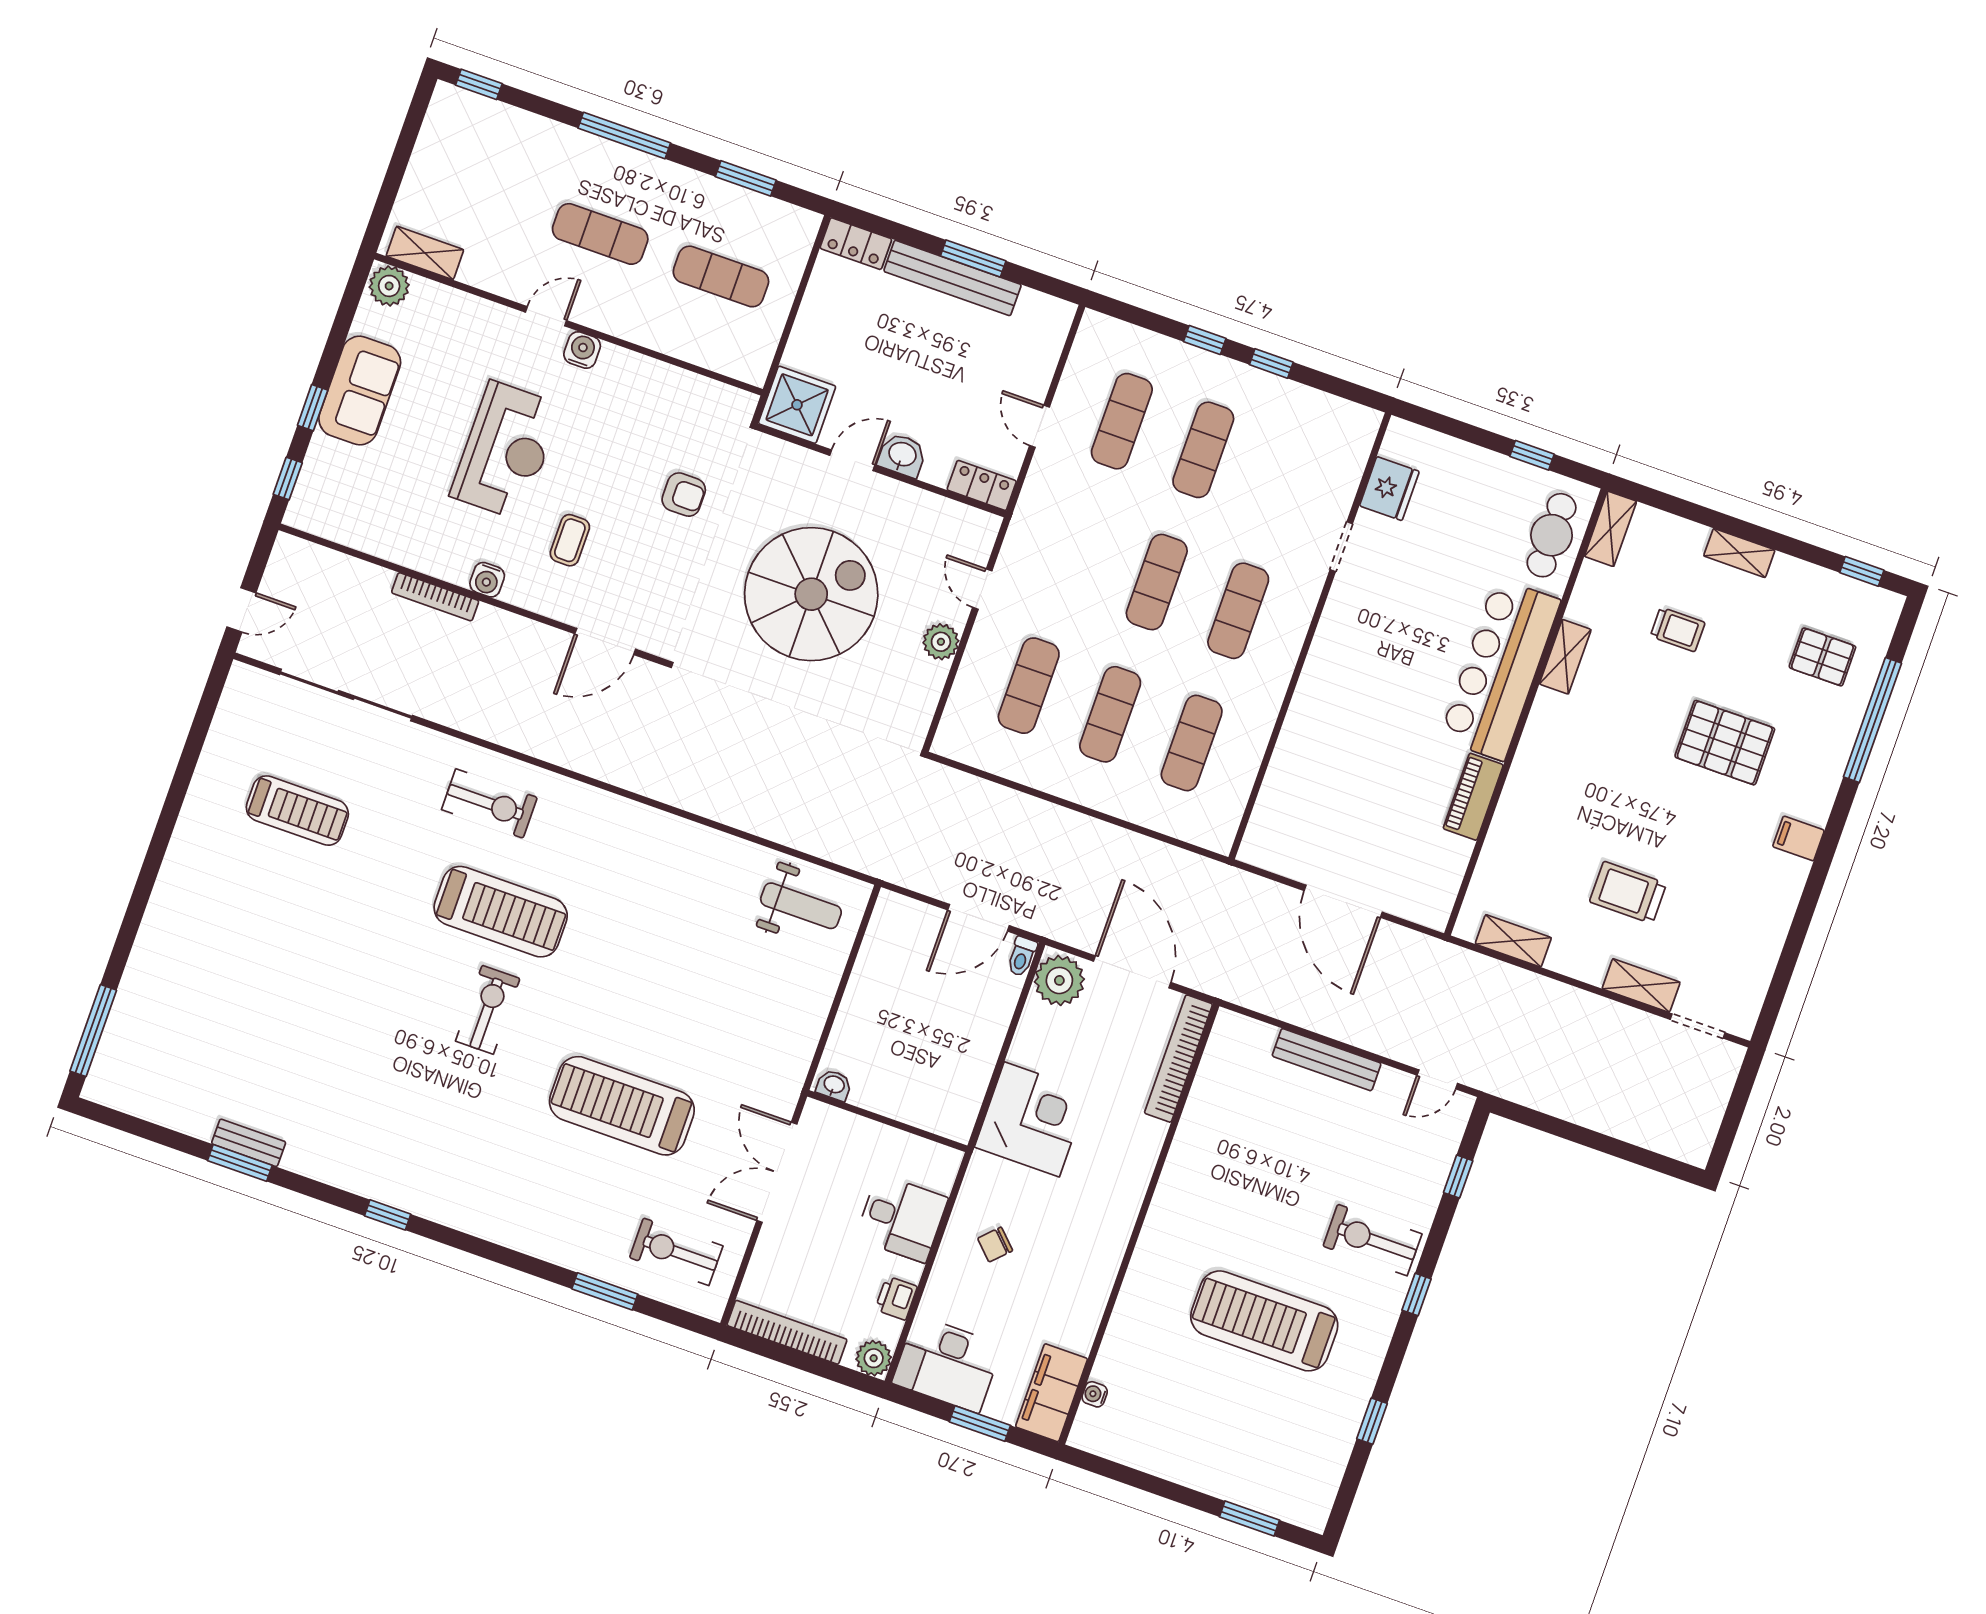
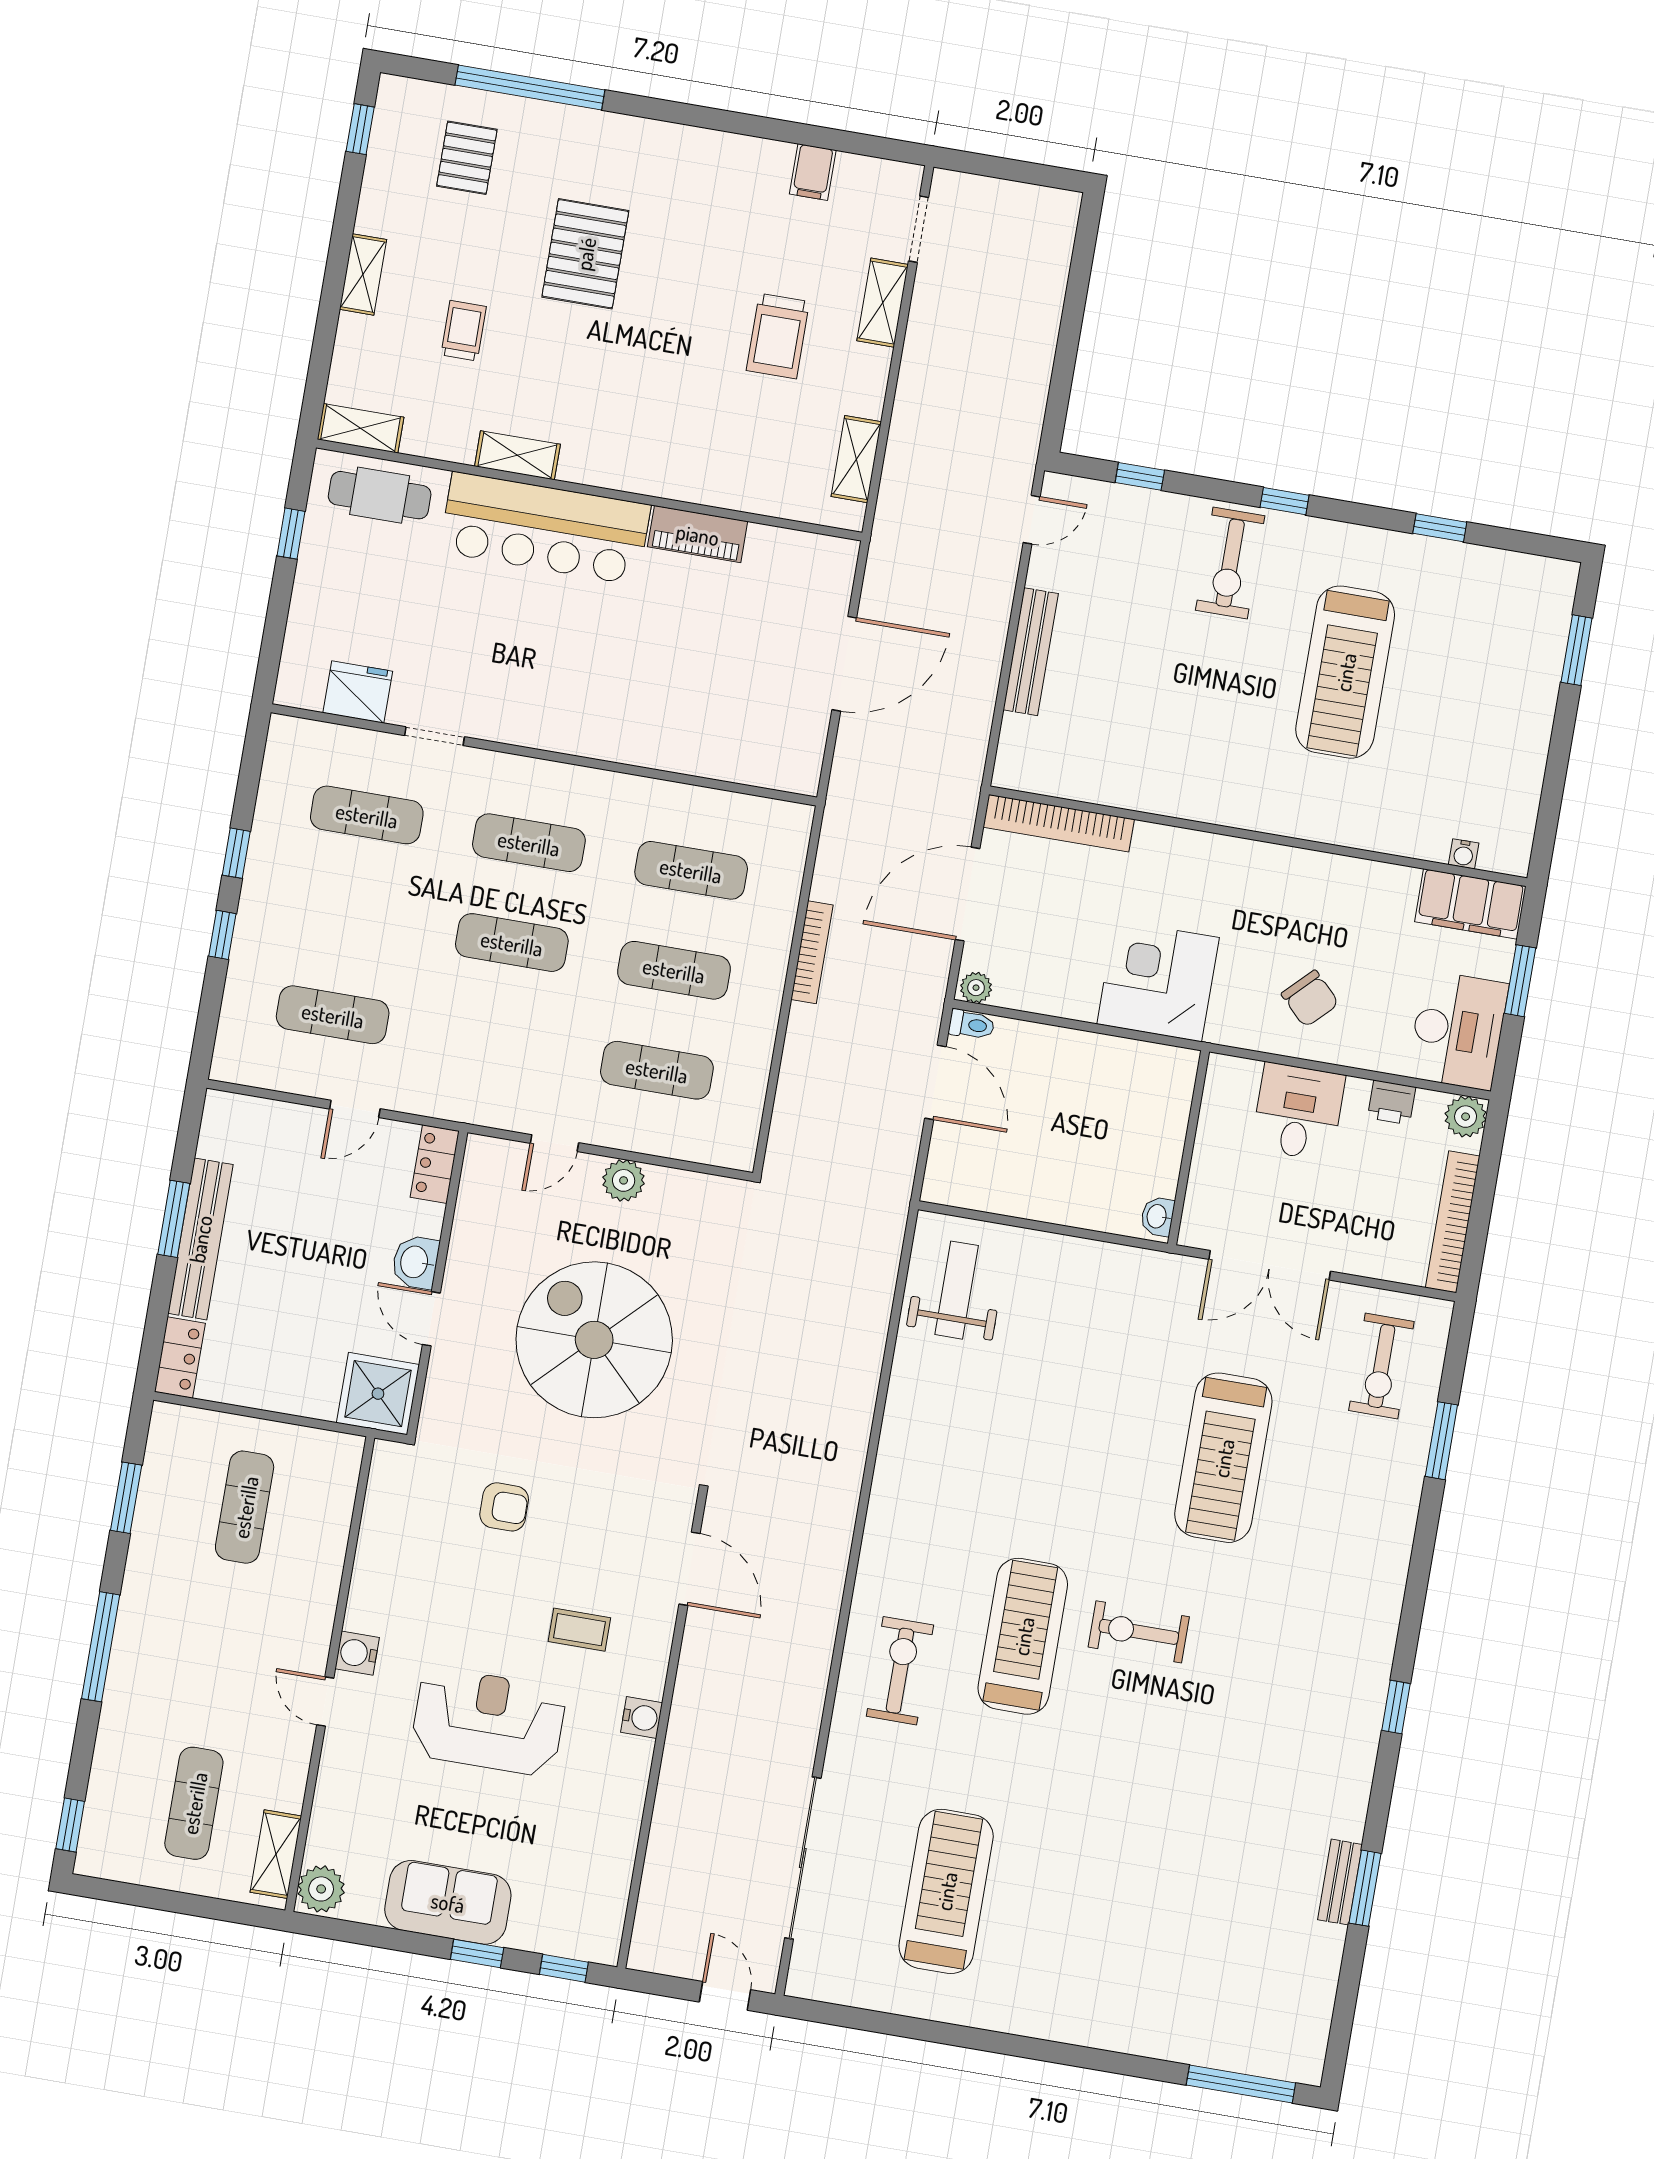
exercise mat: (600, 234) -> (194, 1803), moved
exercise mat: (1203, 450) -> (367, 815), moved
armchair: (684, 495) -> (504, 1507), turned 90
bookcase: (435, 597) -> (812, 952), moved
treadmill: (297, 811) -> (946, 1891), width x1.37, depth x1.38
filing cabinet: (1798, 838) -> (813, 172), moved
plant: (1059, 980) -> (976, 988), width x0.53, depth x0.53
door: (1437, 1079) -> (1032, 520), hinge flipped
chair: (995, 1245) -> (1310, 999), width x1.37, depth x1.37

